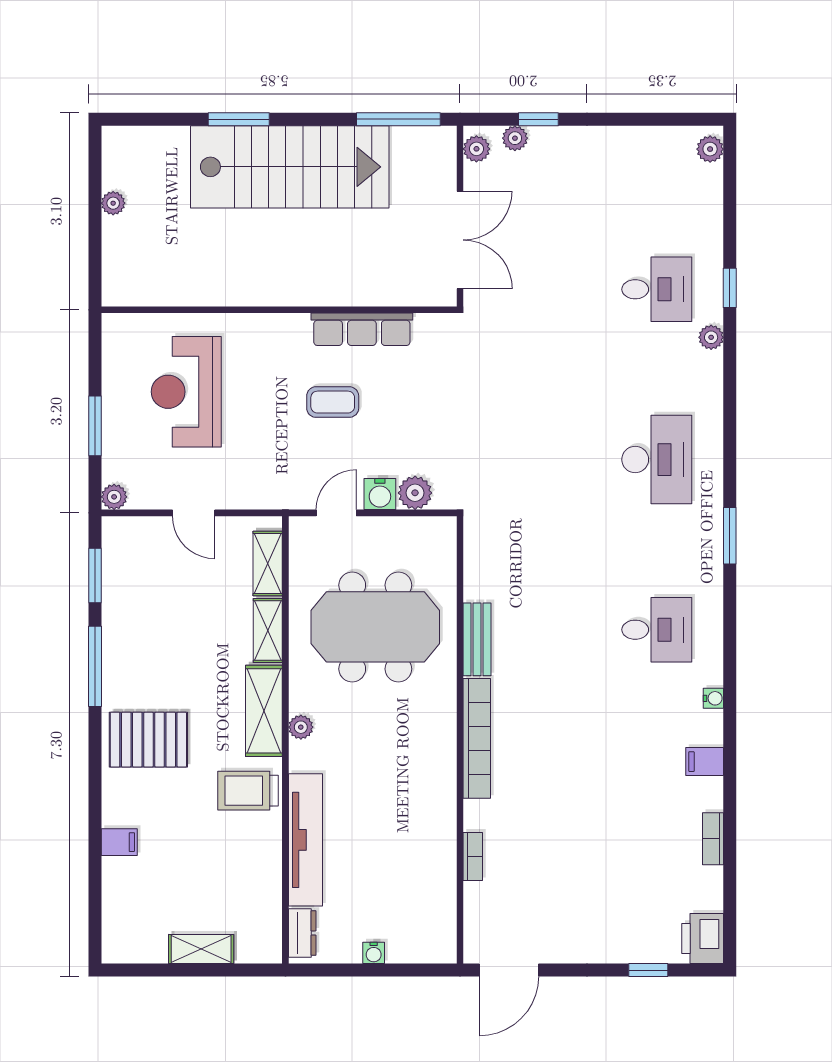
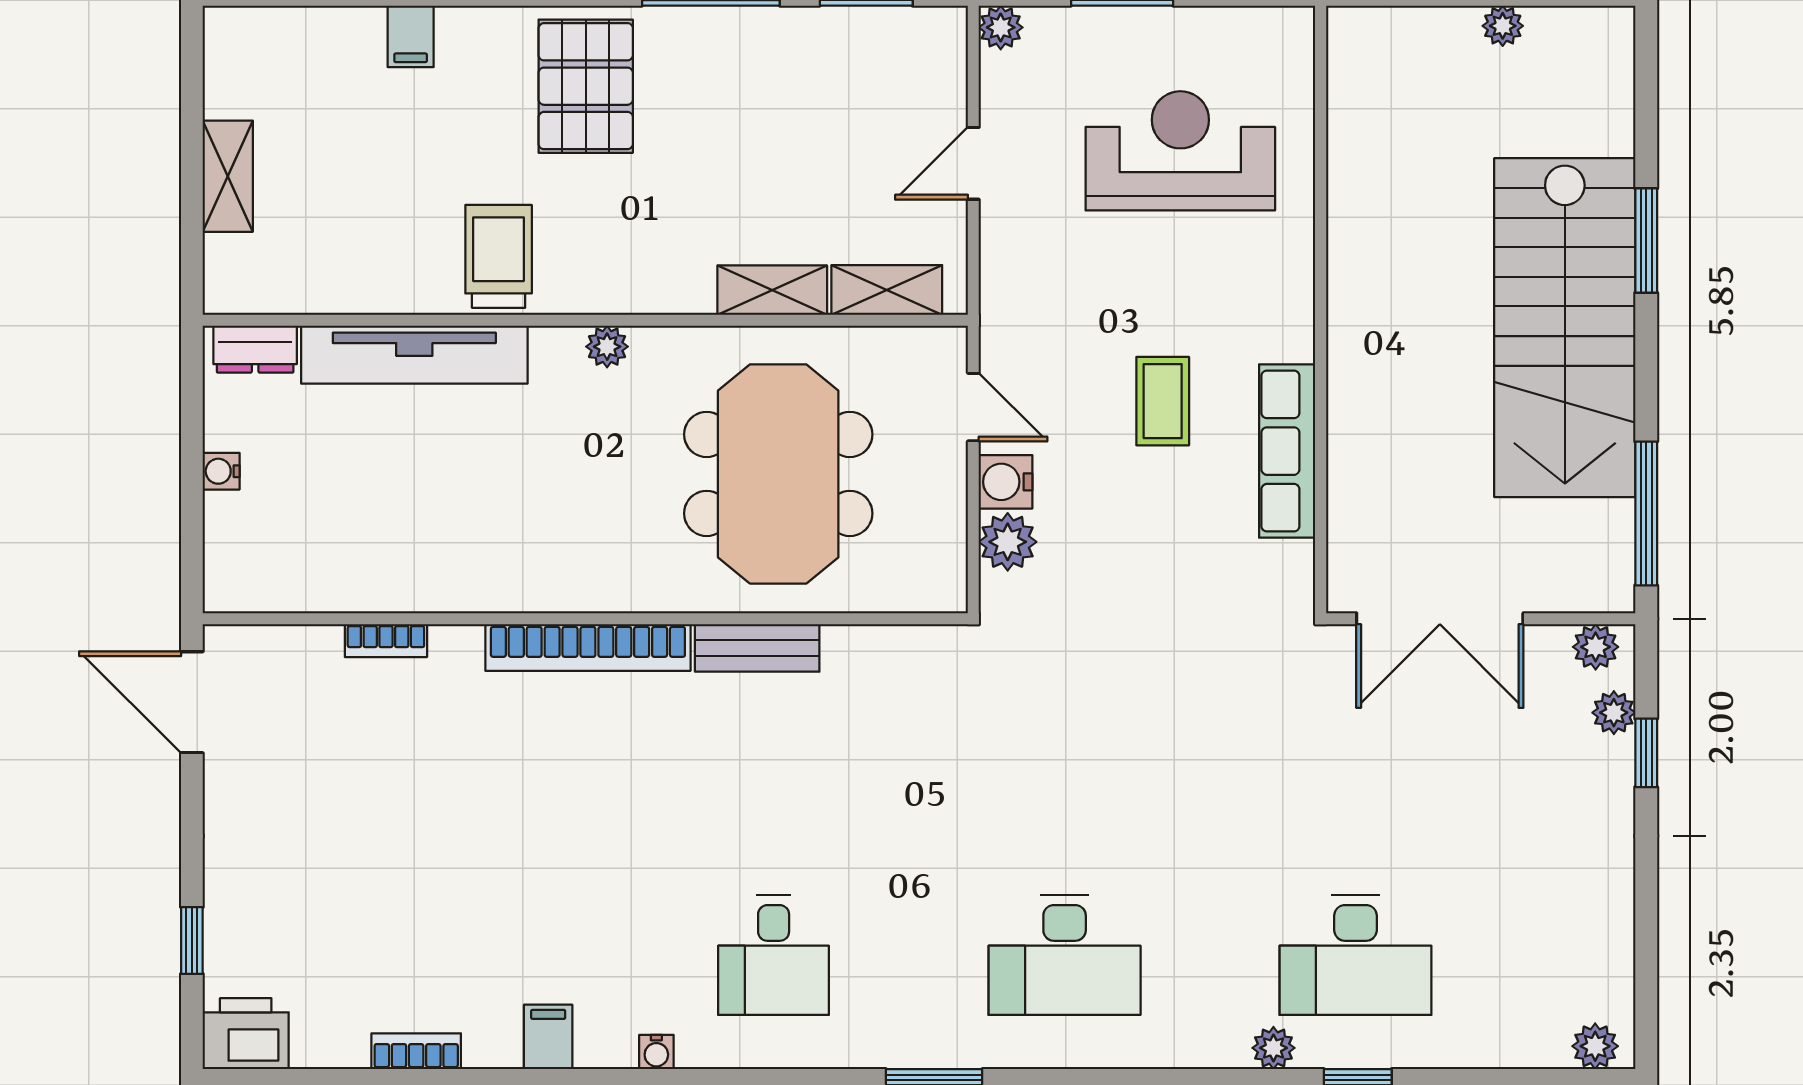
desk: (657, 289) -> (1356, 955), width x1.37
shelving: (264, 711) -> (635, 284), removed

